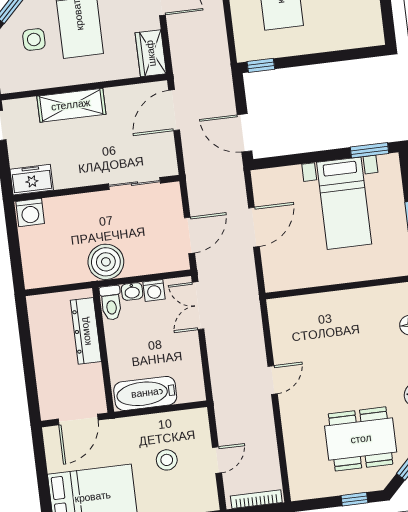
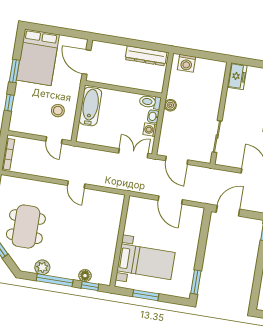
bed with nightstands: (344, 203) -> (146, 262), moved, turned 180
washing machine: (30, 213) -> (186, 63), moved, turned -90
boiler: (106, 262) -> (170, 105), width x0.54, depth x0.54
dresser: (86, 331) -> (146, 56), moved, turned 180
stool: (167, 460) -> (58, 111), moved
door: (217, 460) -> (54, 140), moved

